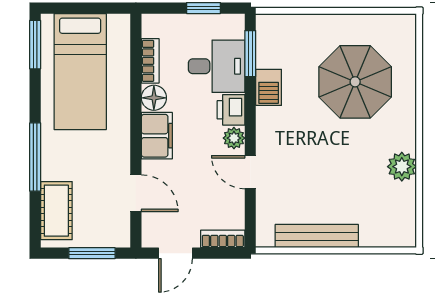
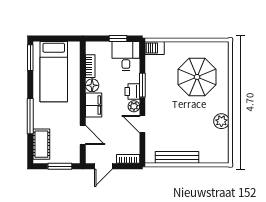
window: (250, 54) -> (142, 85), moved
desk: (217, 66) -> (126, 56), moved, turned -90
barbecue: (269, 87) -> (155, 48), moved, turned 90

